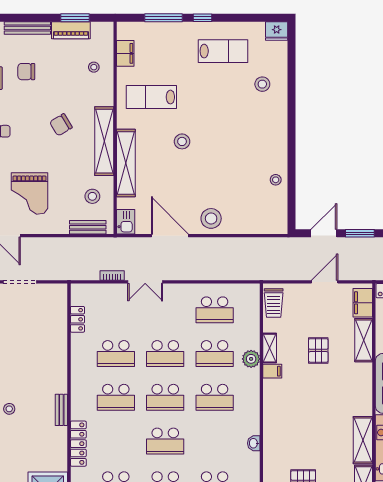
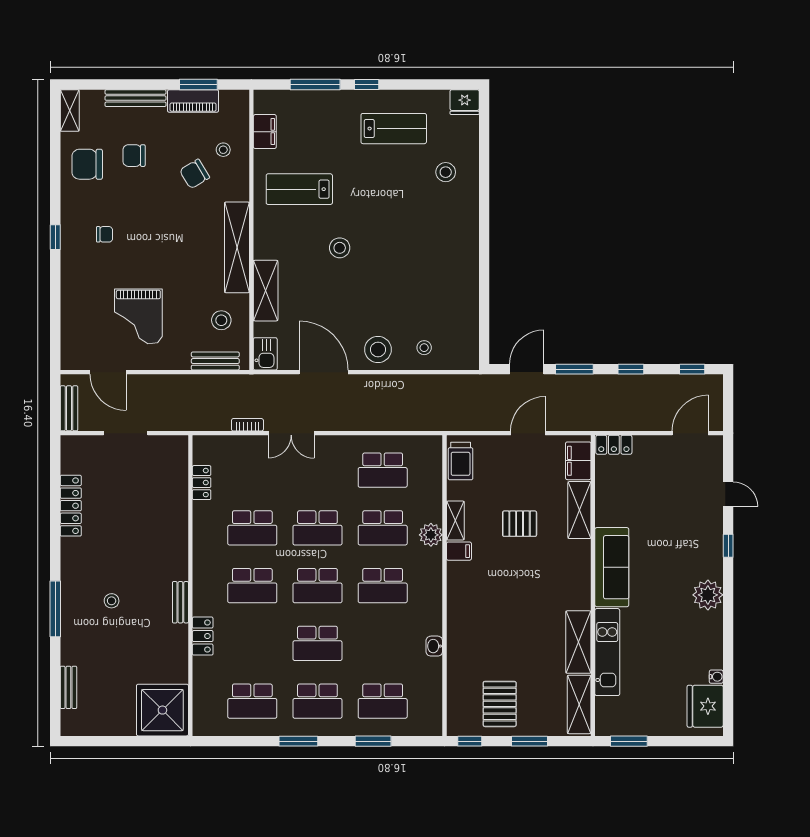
chair: (61, 125) -> (195, 174), moved
shelving: (126, 163) -> (266, 291), width x0.68
stool: (276, 180) -> (424, 348), moved
pallet: (318, 350) -> (520, 524), turned 90
locker: (78, 444) -> (203, 636), width x0.66

